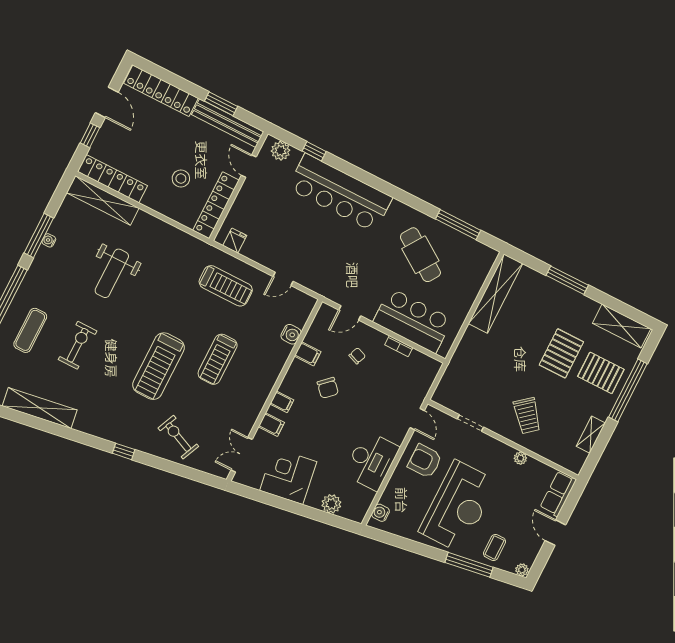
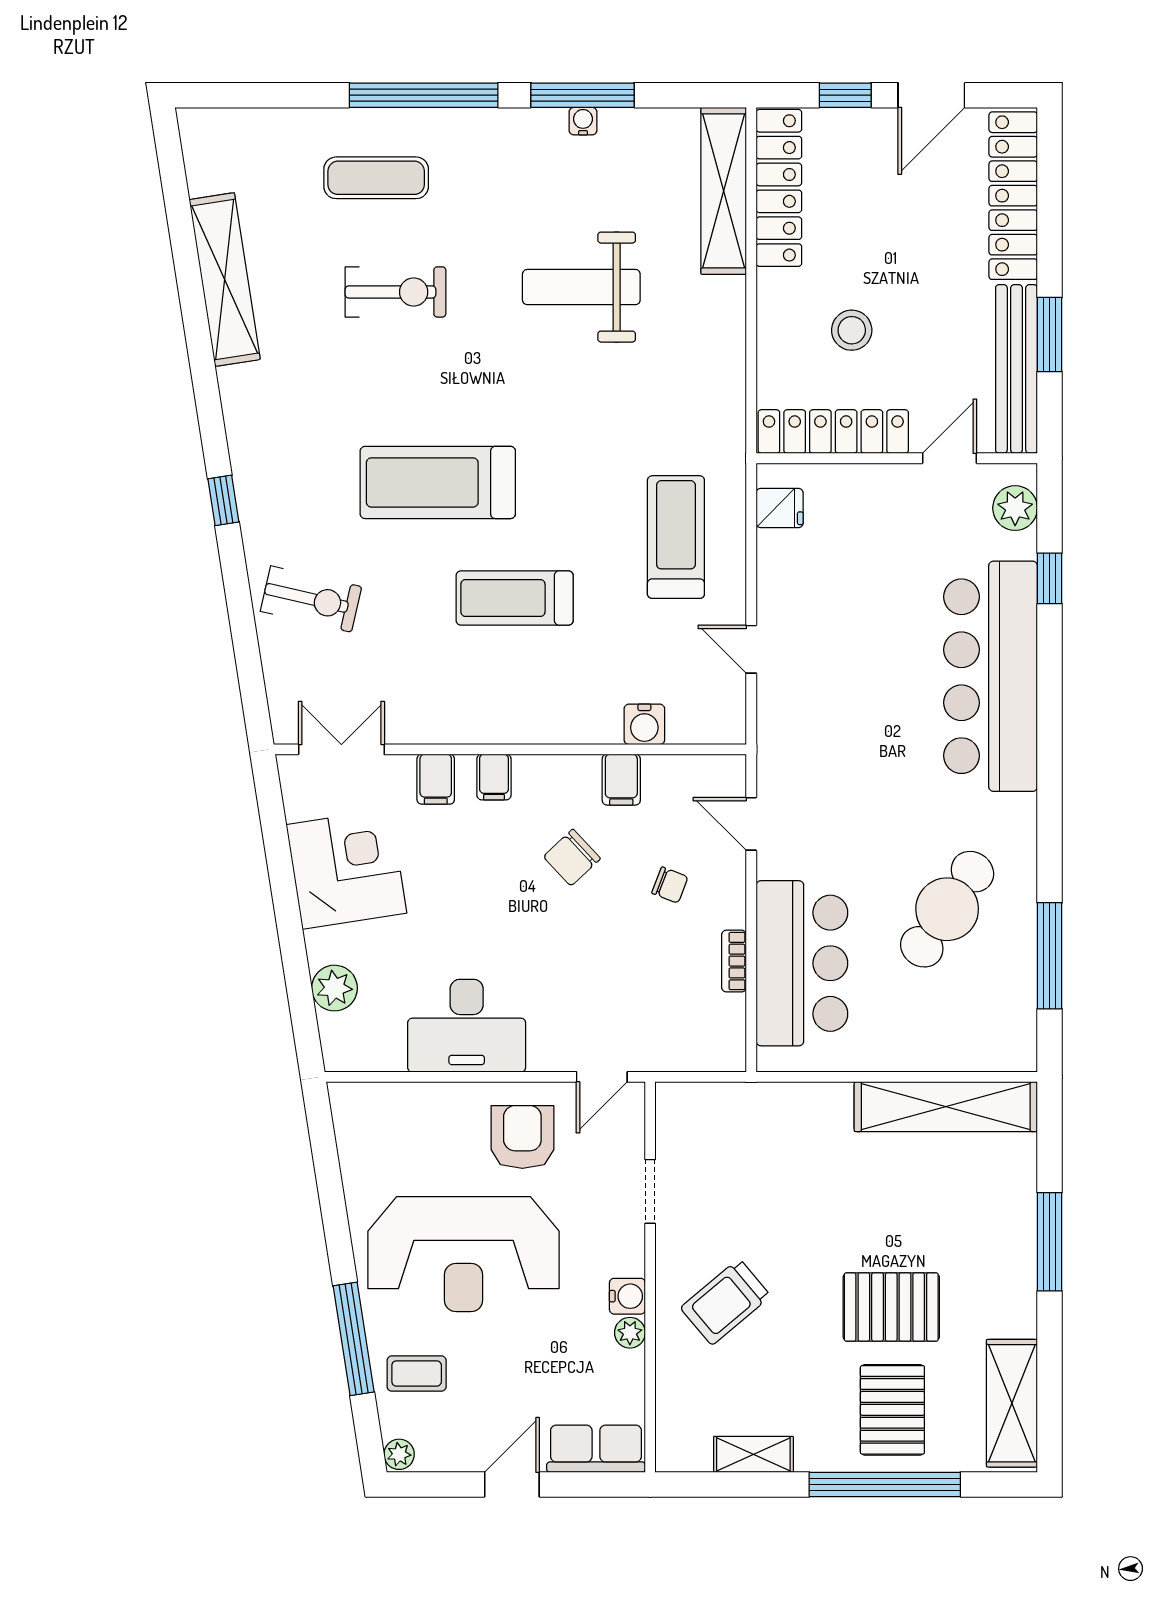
treadmill: (226, 286) -> (676, 537), turned 180
exercise bike: (178, 437) -> (311, 599), turned 79
water cooler: (381, 513) -> (627, 1296), moved, turned 90

